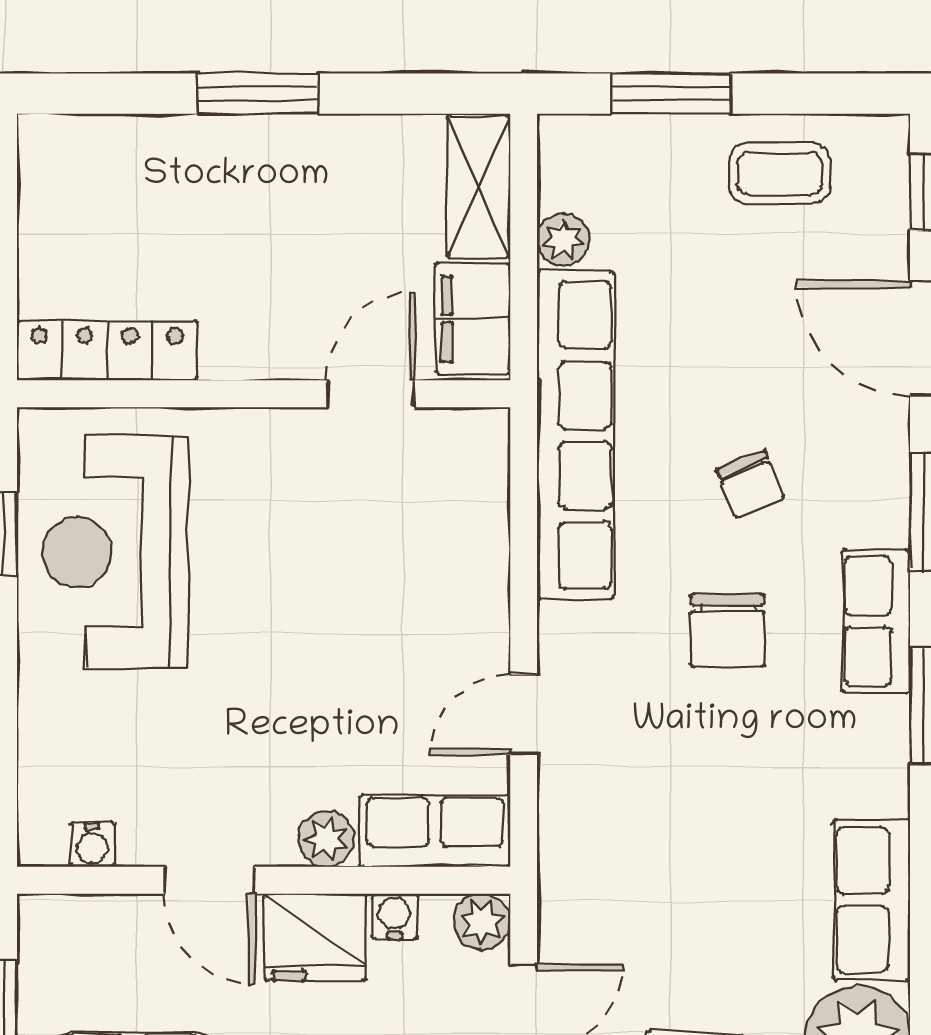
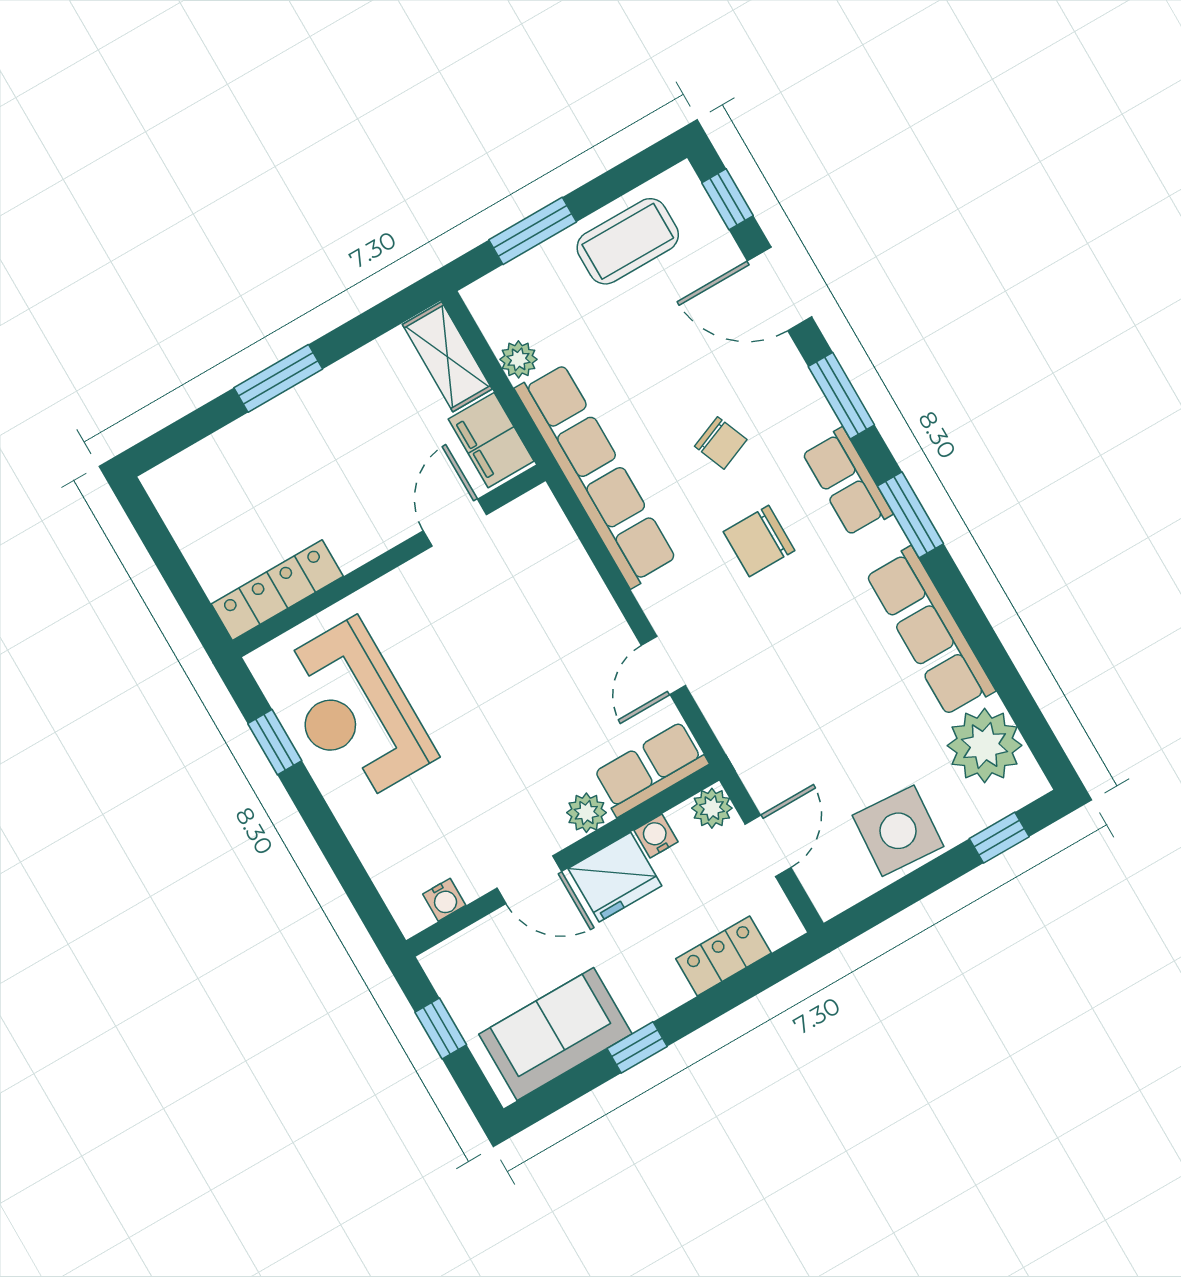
coffee table: (779, 173) -> (628, 241), width x1.36, depth x1.30
chair: (728, 630) -> (759, 541), turned 90
row of seats: (872, 900) -> (930, 632), width x1.48

